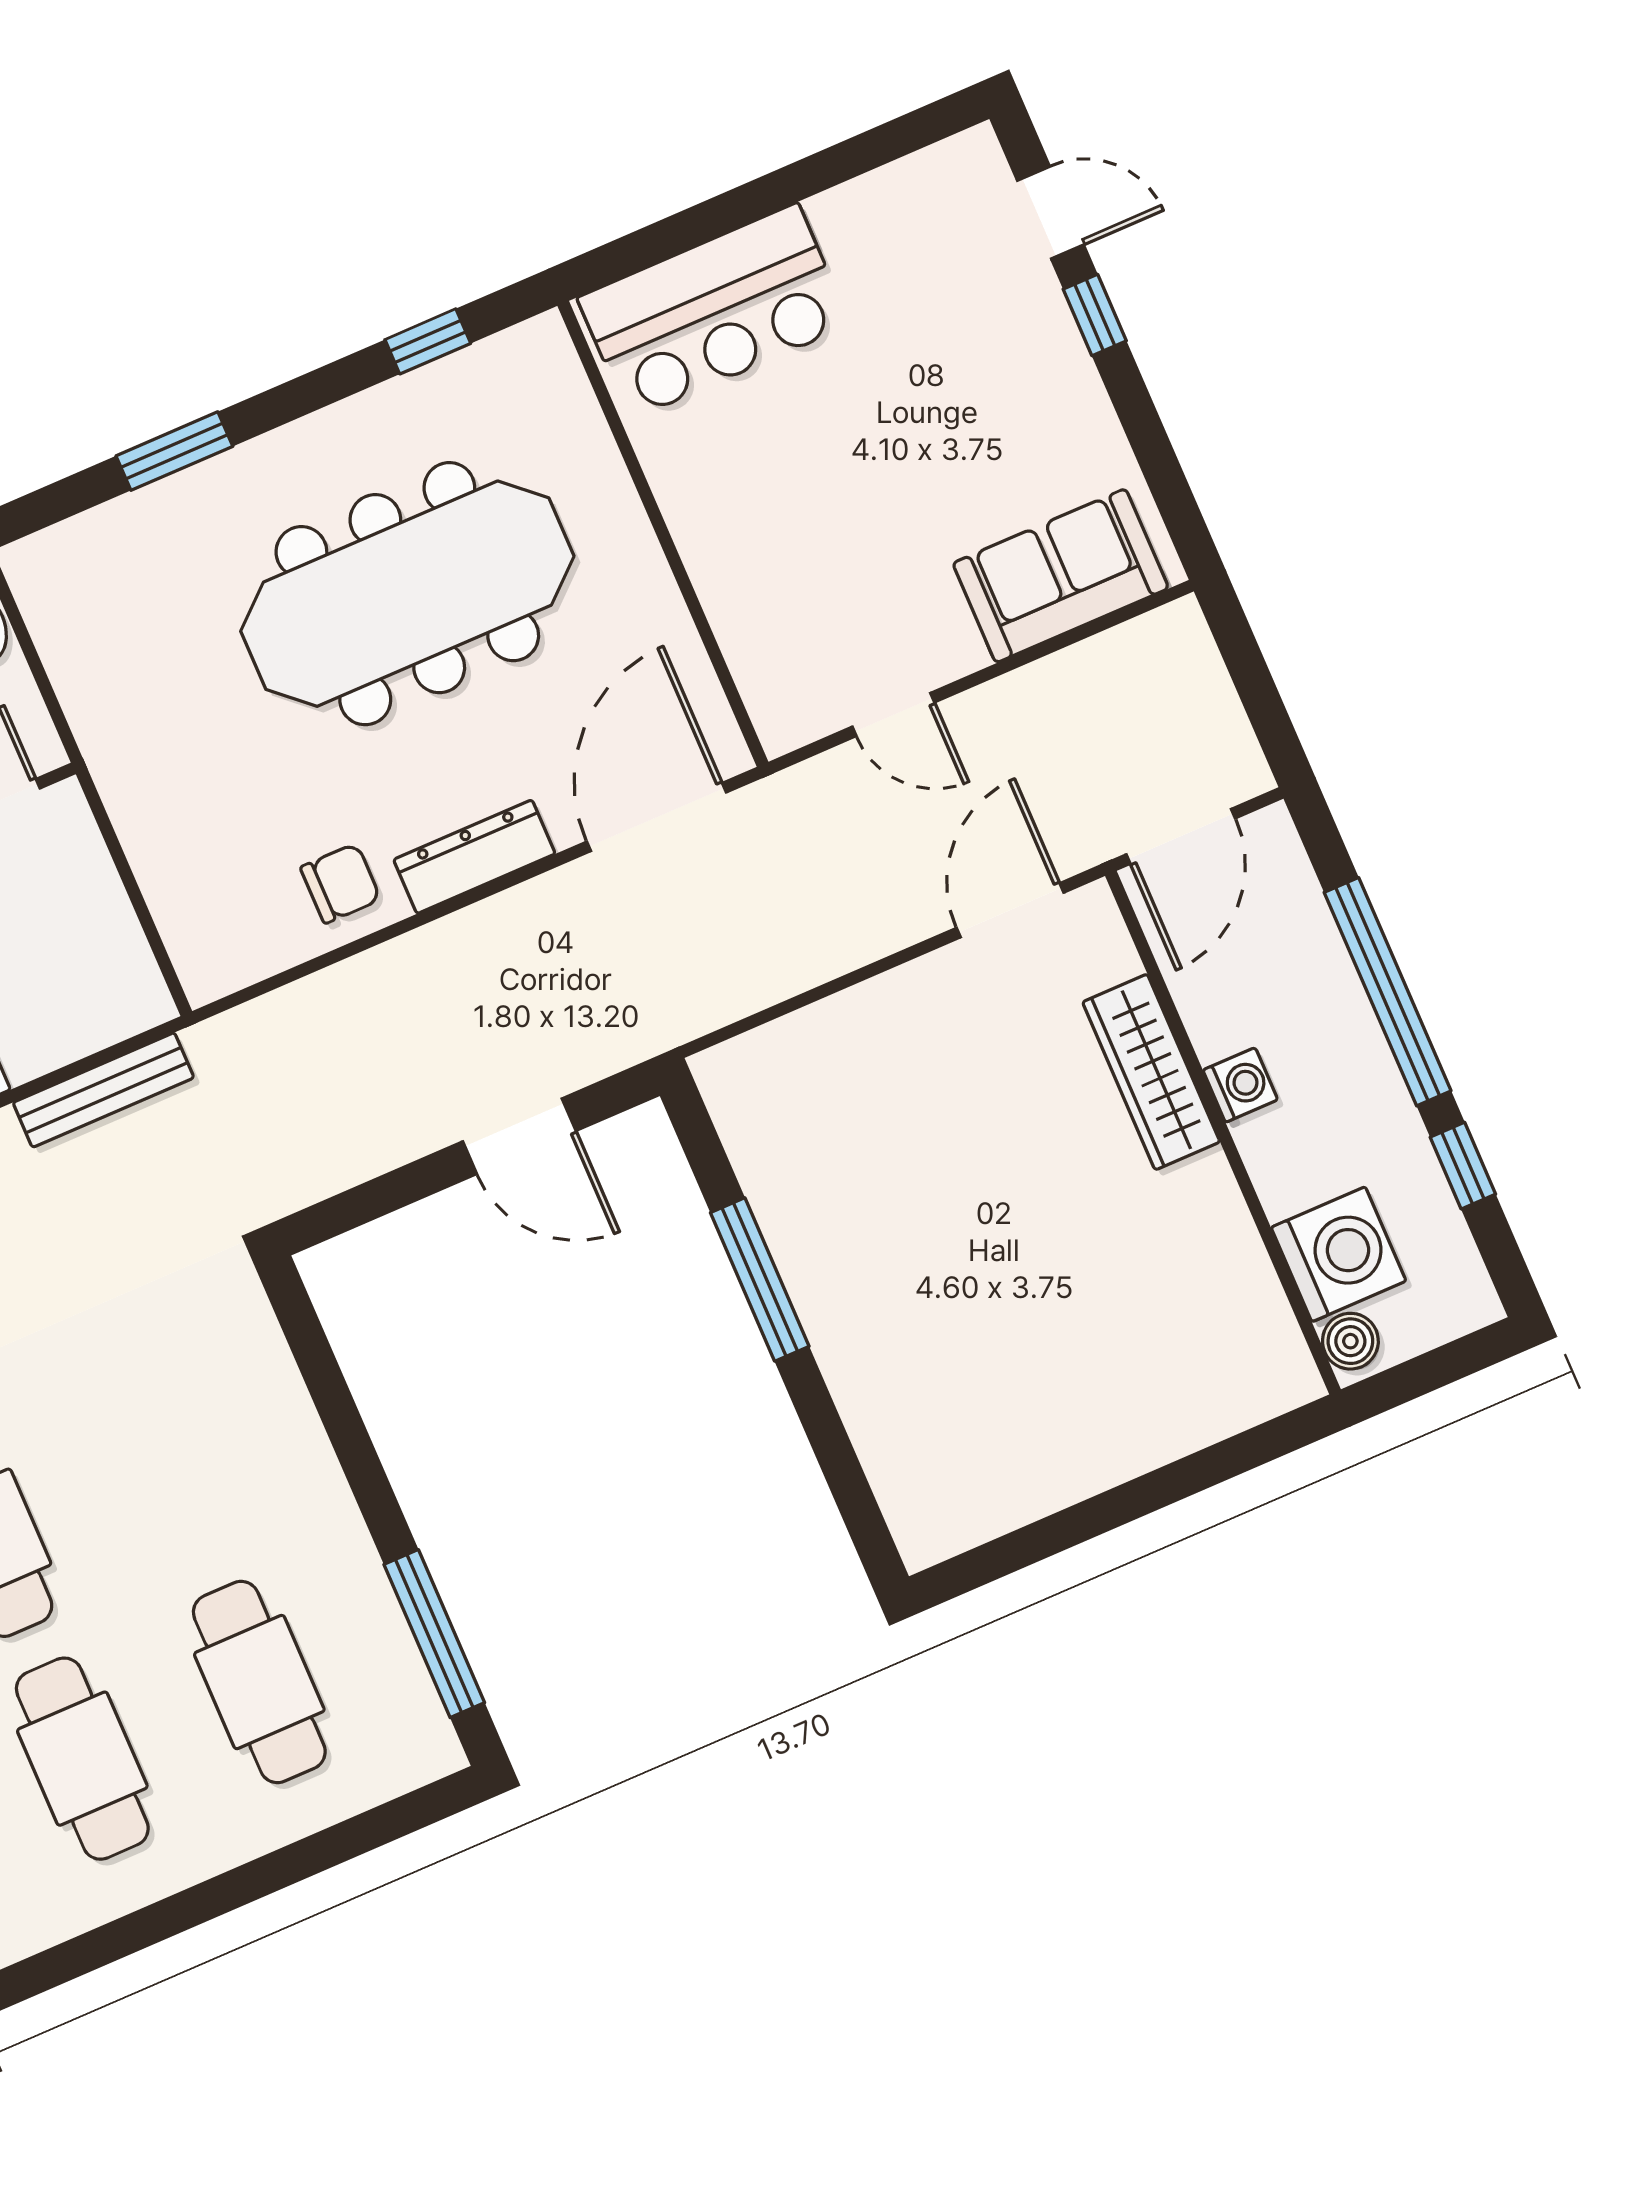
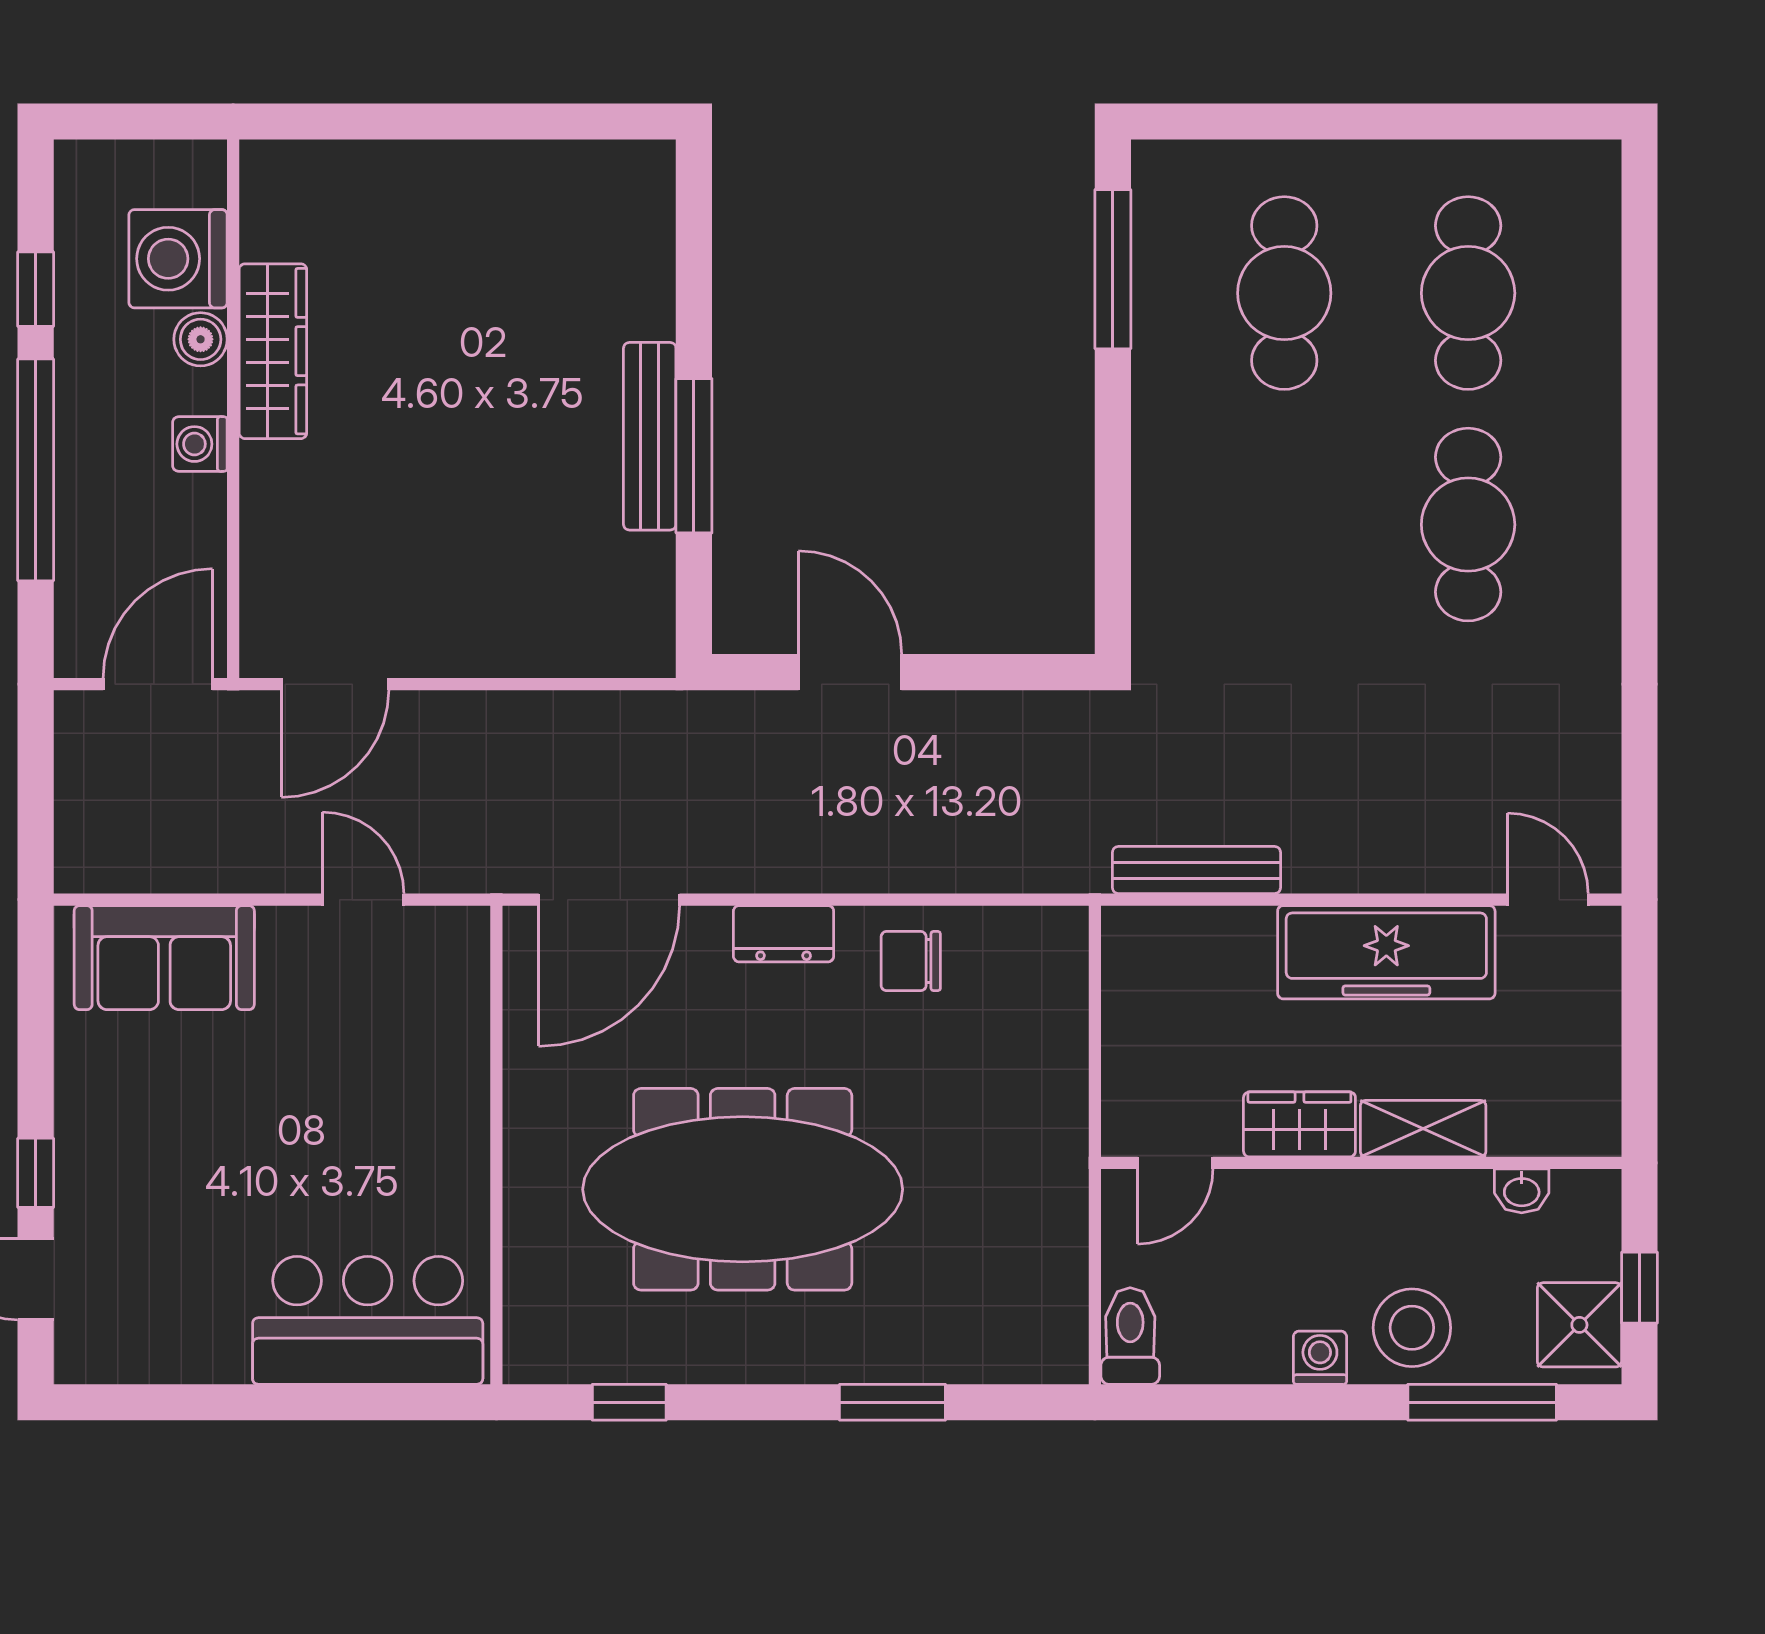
dresser: (474, 857) -> (784, 934), width x0.70
wardrobe: (1151, 1072) -> (273, 351), moved
bench: (810, 1280) -> (650, 436), added
boiler: (1350, 1341) -> (201, 339), moved

